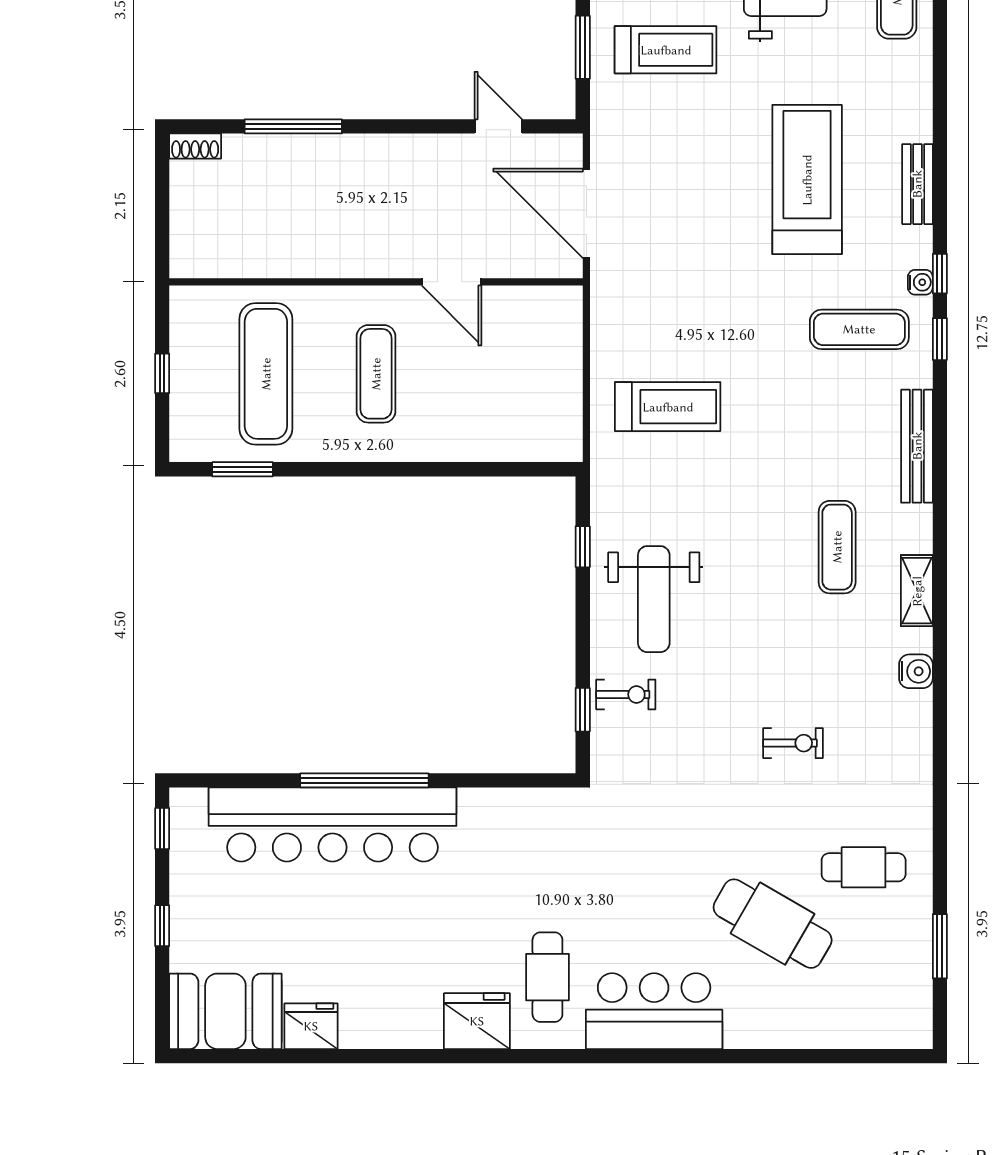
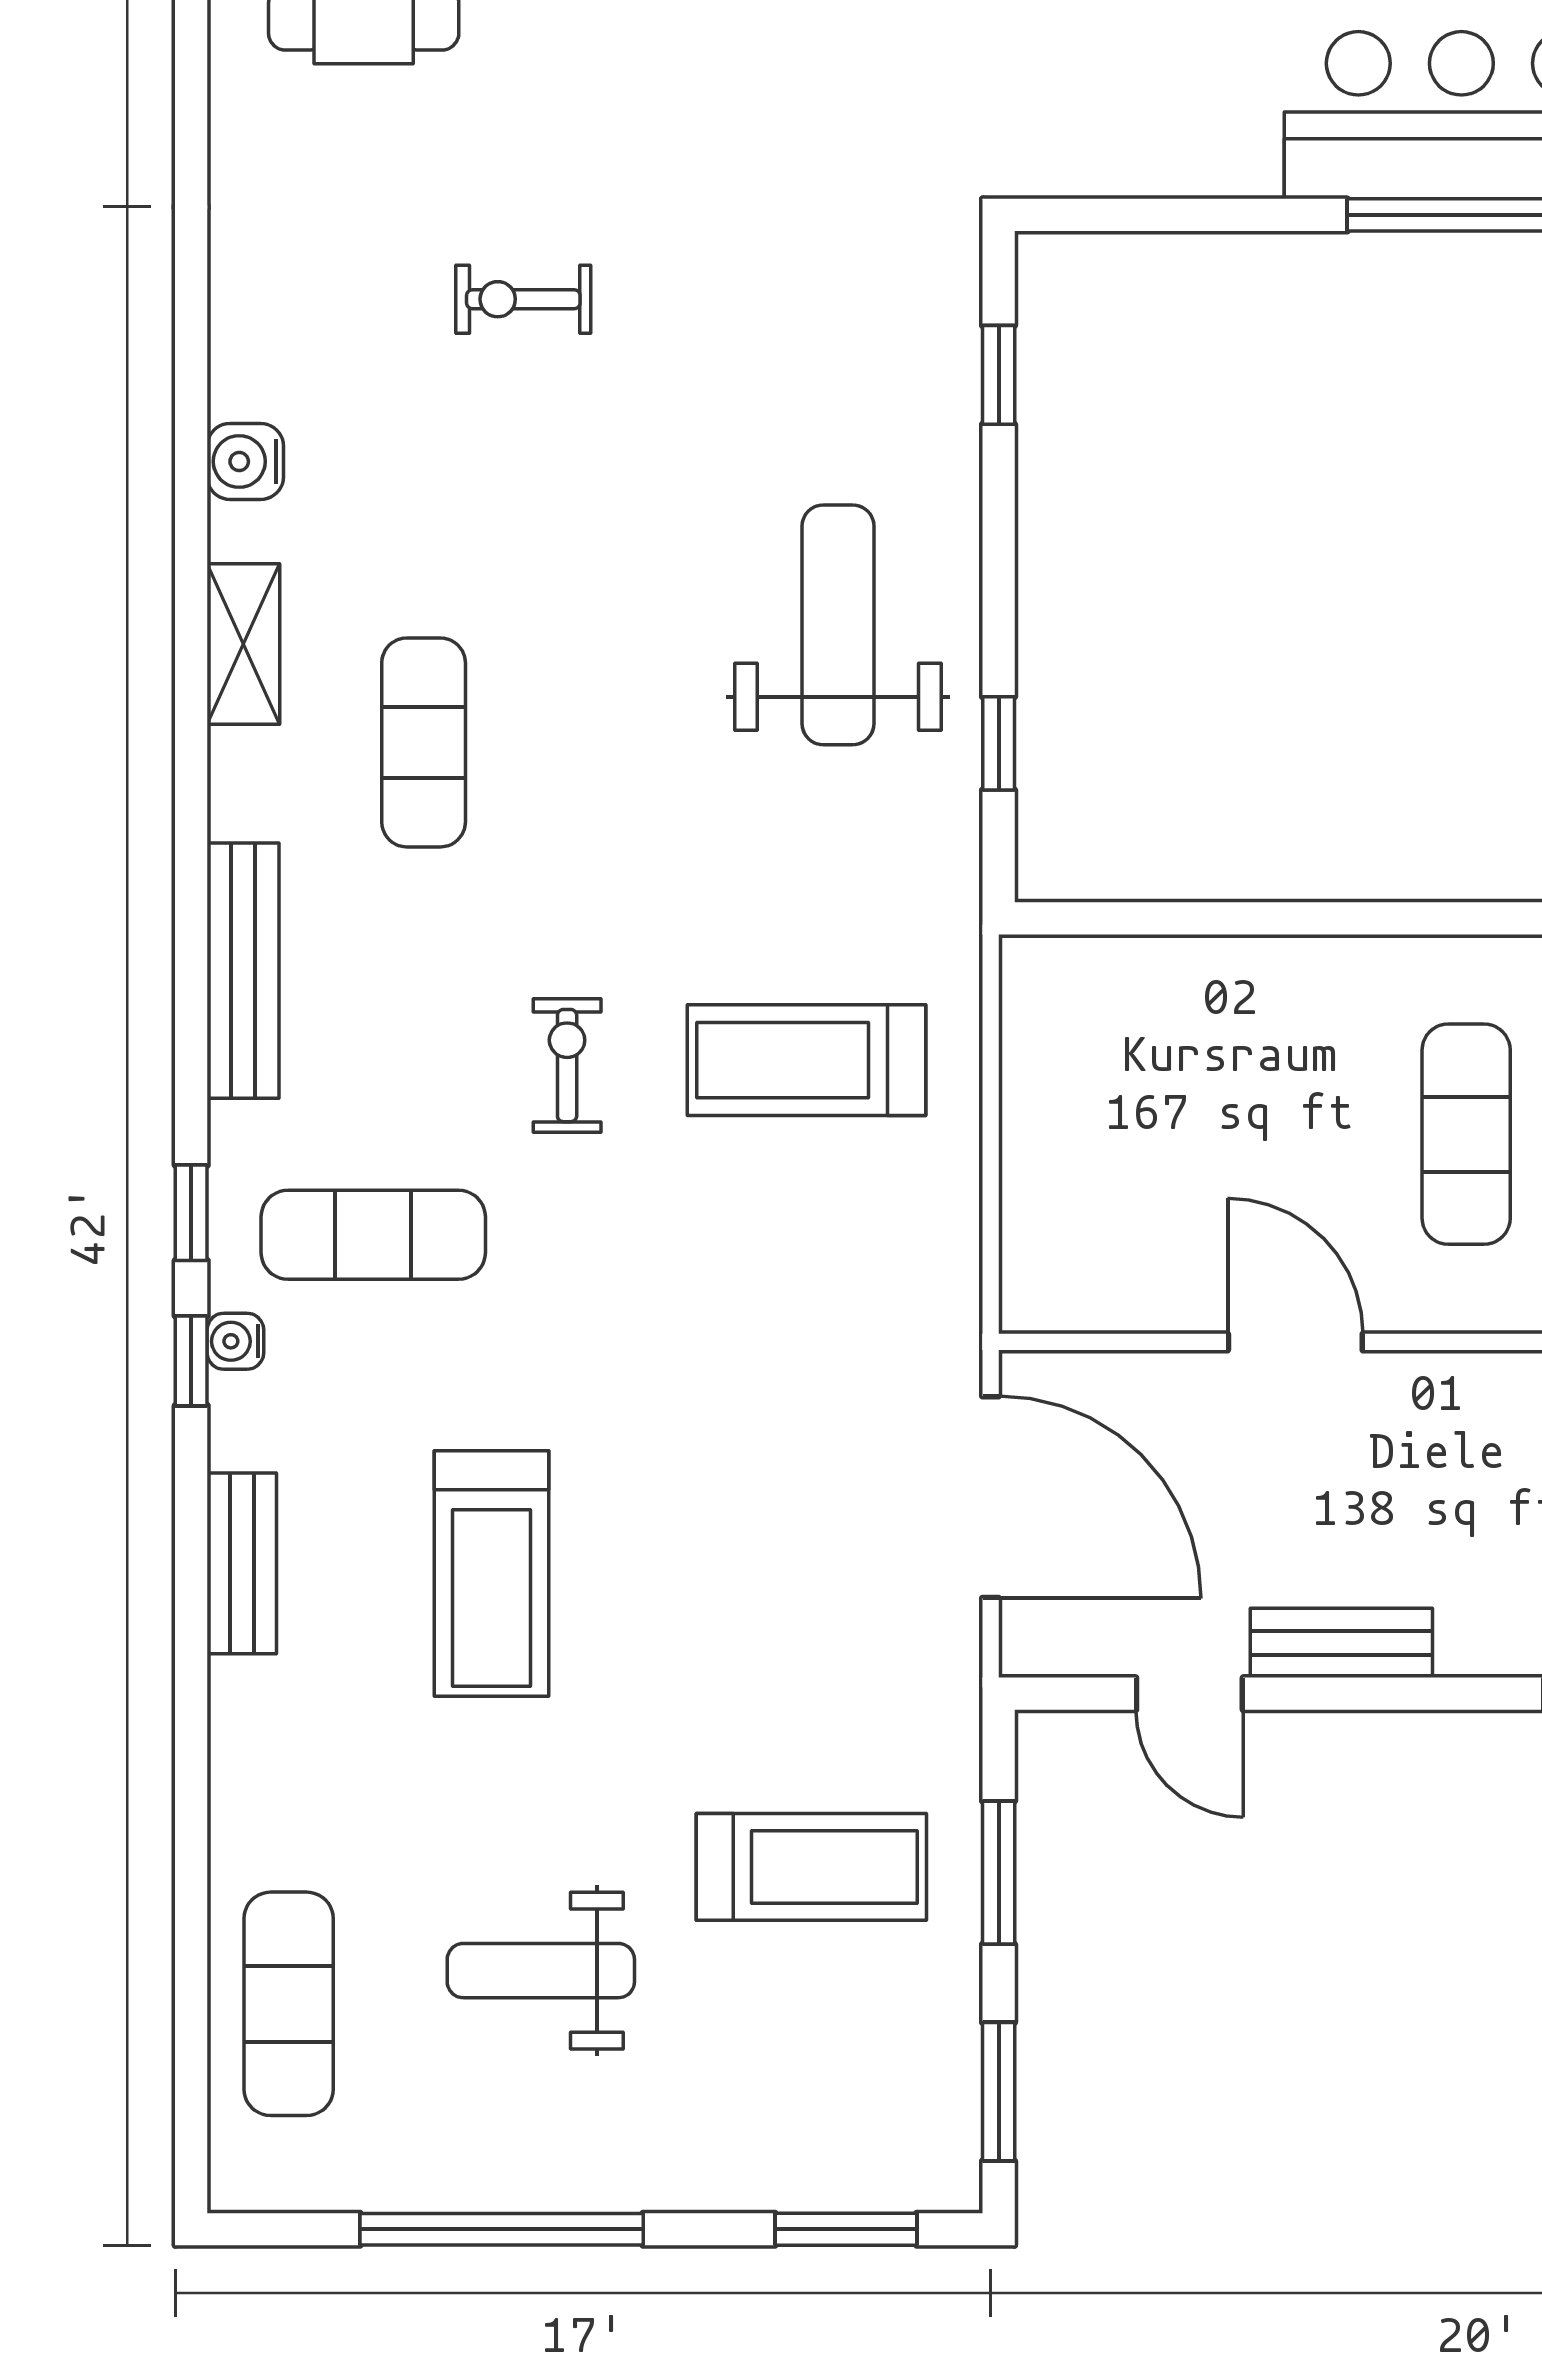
treadmill: (666, 50) -> (811, 1867), turned 180
bench: (431, 149) -> (1341, 1643), added
treadmill: (807, 180) -> (491, 1573), width x0.73, depth x0.73
exercise bike: (626, 694) -> (567, 1066), moved, turned 90

